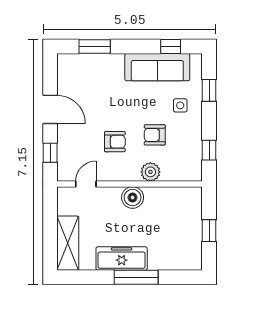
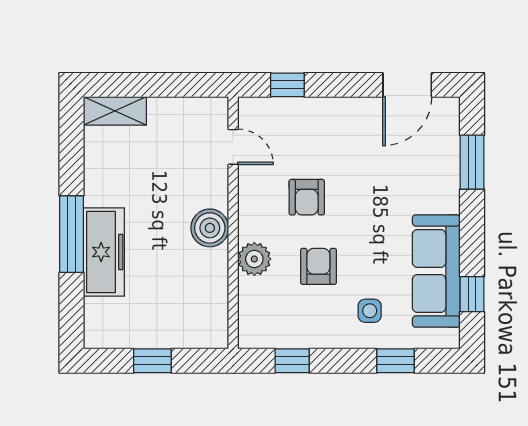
door: (50, 109) -> (407, 85), moved
shelving: (68, 243) -> (115, 111), width x0.67, depth x0.75
freezer: (122, 259) -> (104, 252), moved

